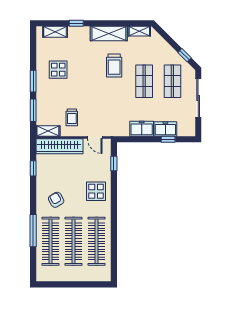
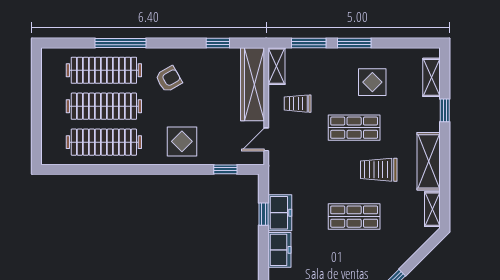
shop shelf: (172, 81) -> (354, 128), moved
window: (168, 139) -> (263, 214), moved

